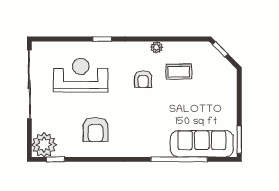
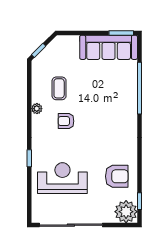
reception desk: (81, 75) -> (62, 178), turned 90
armchair: (143, 79) -> (66, 121), turned 180
armchair: (96, 129) -> (117, 176), moved
sofa: (202, 144) -> (109, 47), moved, turned -90

